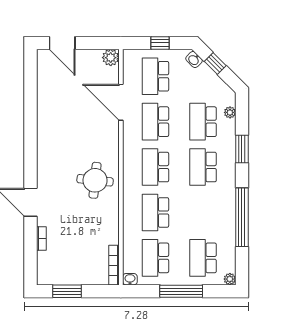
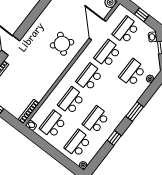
window: (242, 149) -> (135, 112), moved
school desk: (203, 167) -> (96, 120), moved
round table: (95, 180) -> (62, 44), moved, turned 36
window: (242, 217) -> (114, 138), width x0.32
window: (181, 291) -> (53, 152), removed

